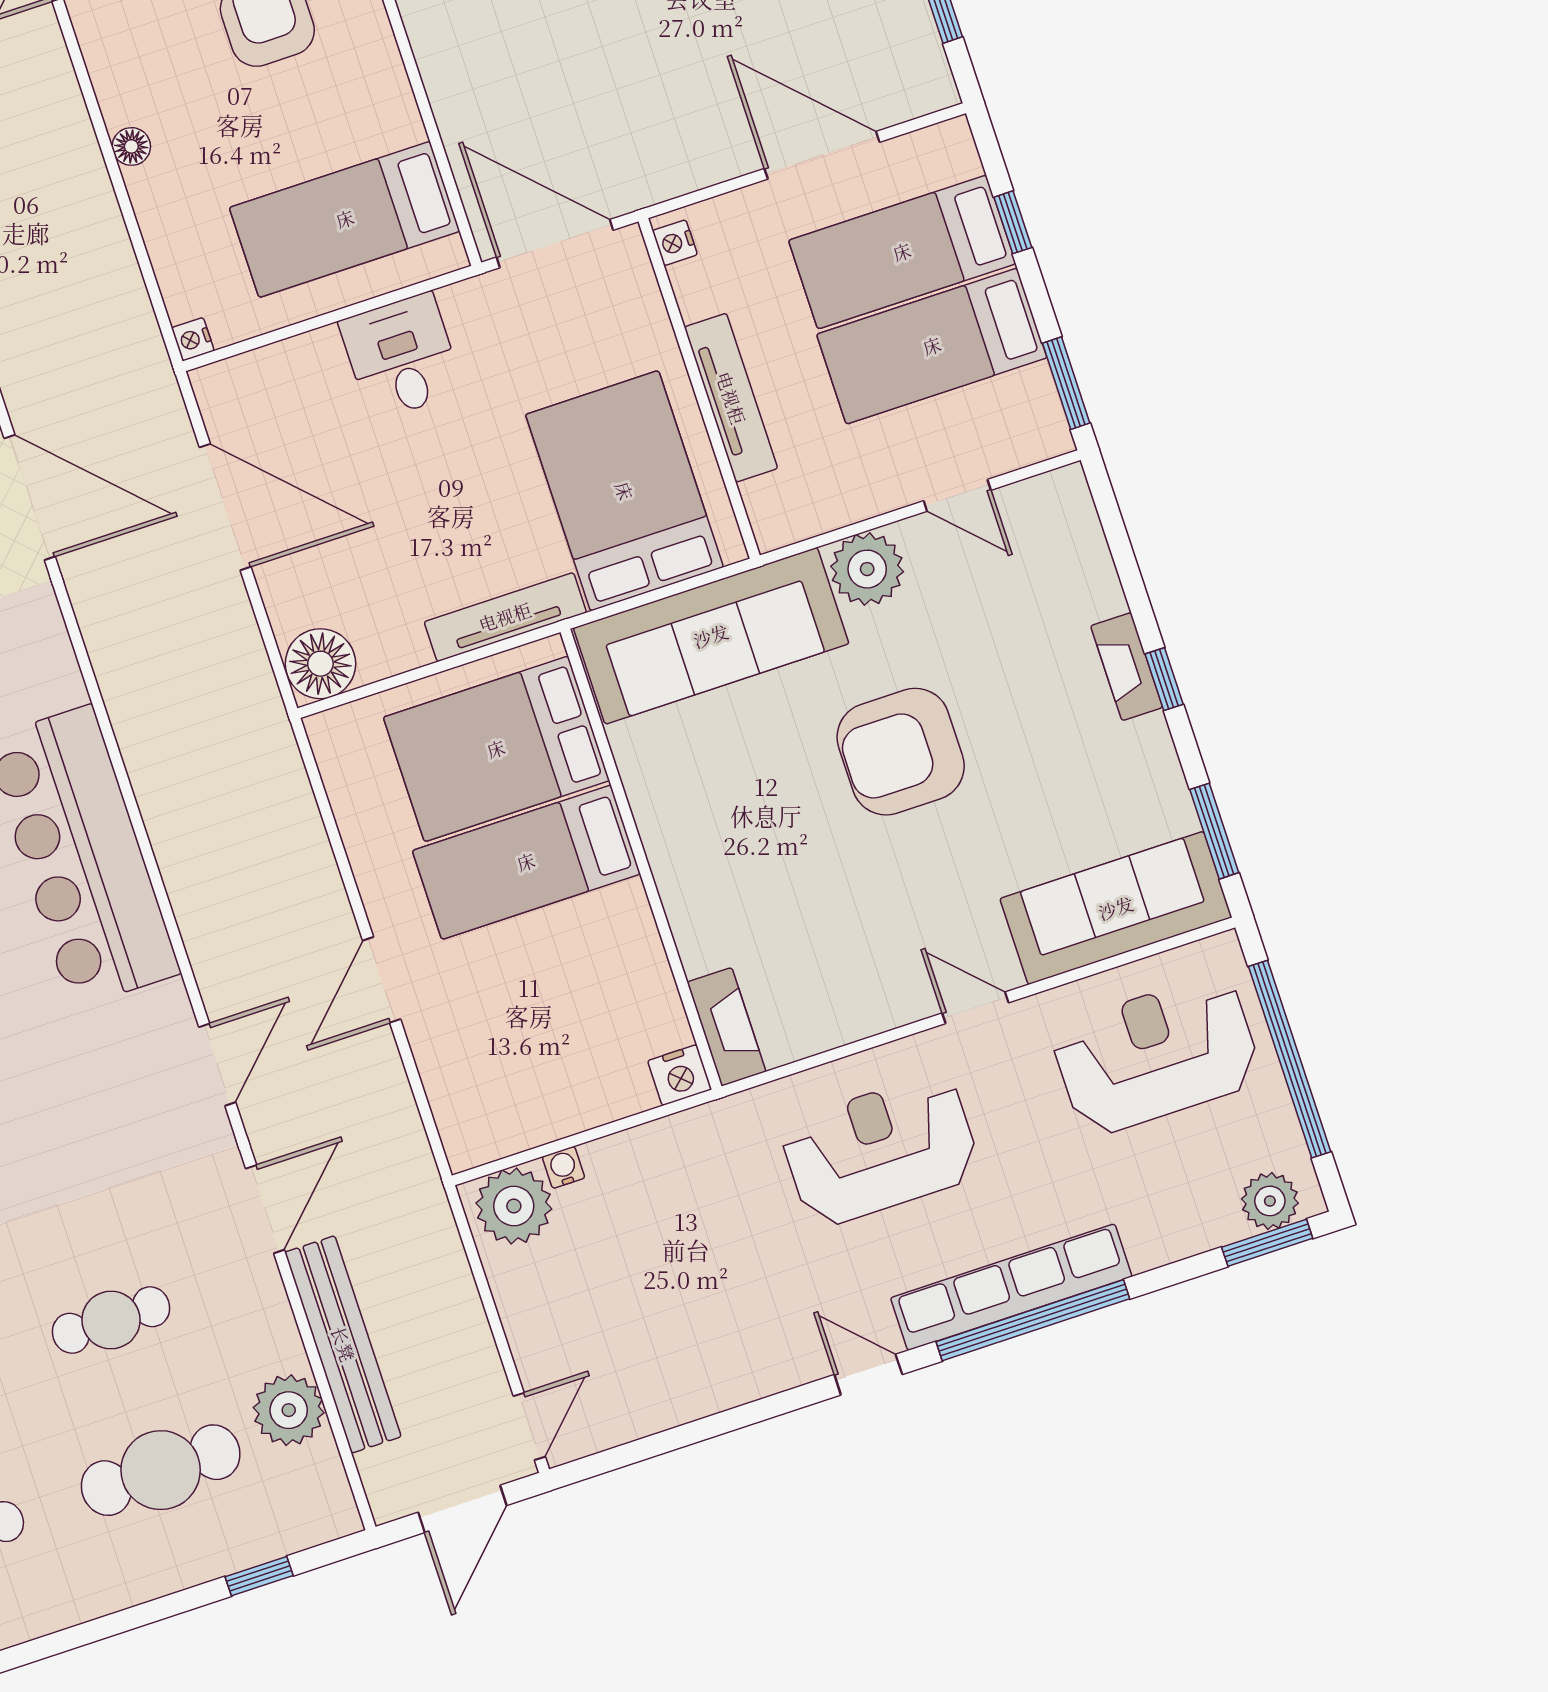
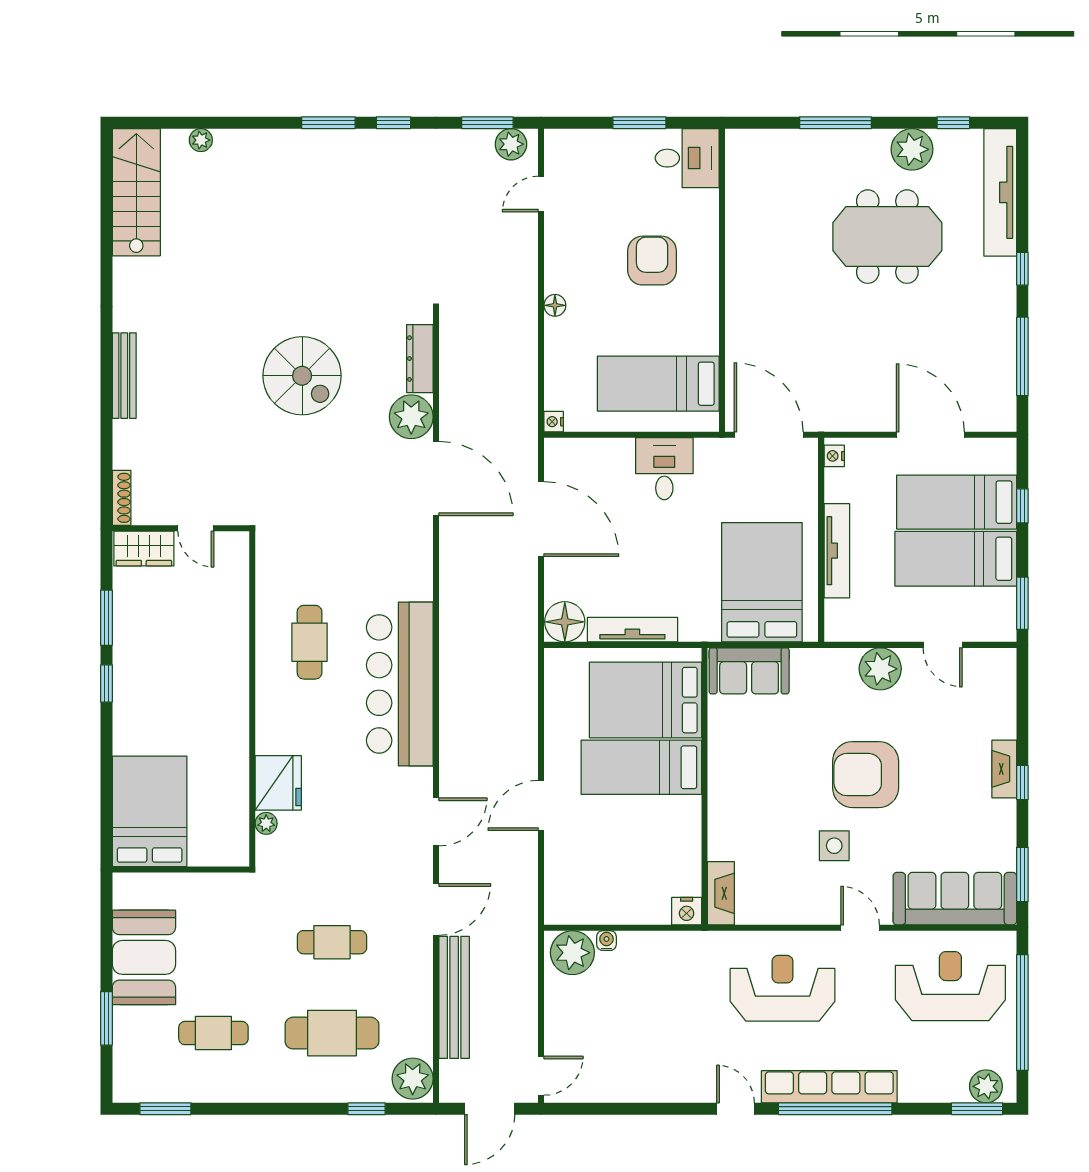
tv unit: (505, 617) -> (632, 630), moved
sofa: (711, 636) -> (749, 671), width x0.54, depth x0.79
side table: (888, 886) -> (834, 846), added
plant: (289, 1410) -> (413, 1079), moved

